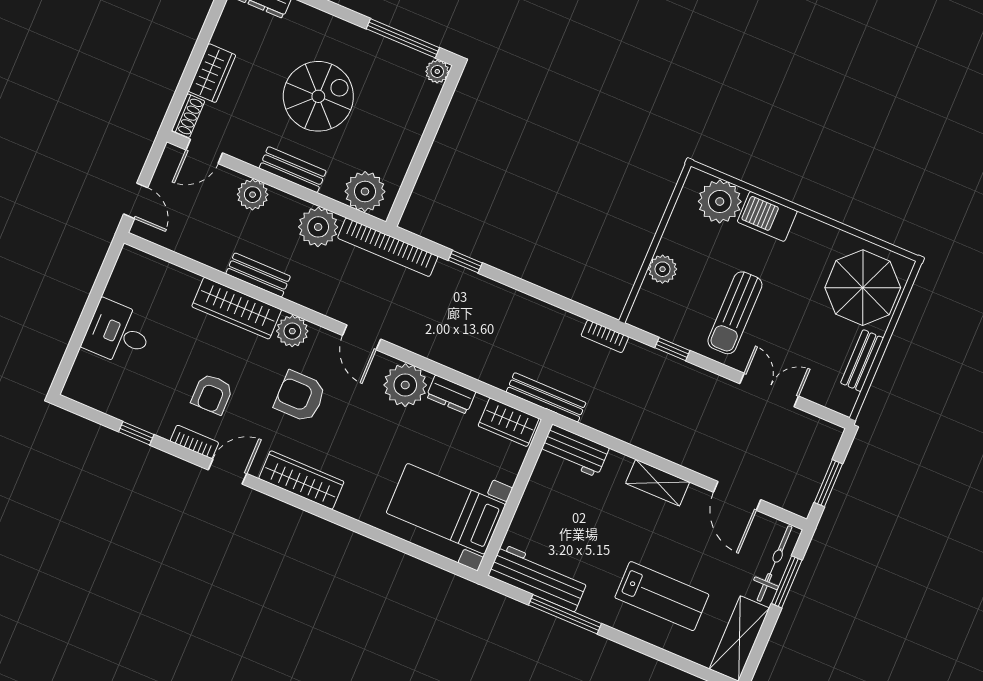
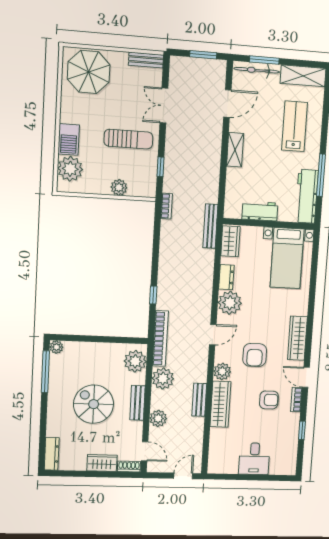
bench: (862, 361) -> (146, 60), moved
workbench: (574, 451) -> (260, 211), moved, turned -90

